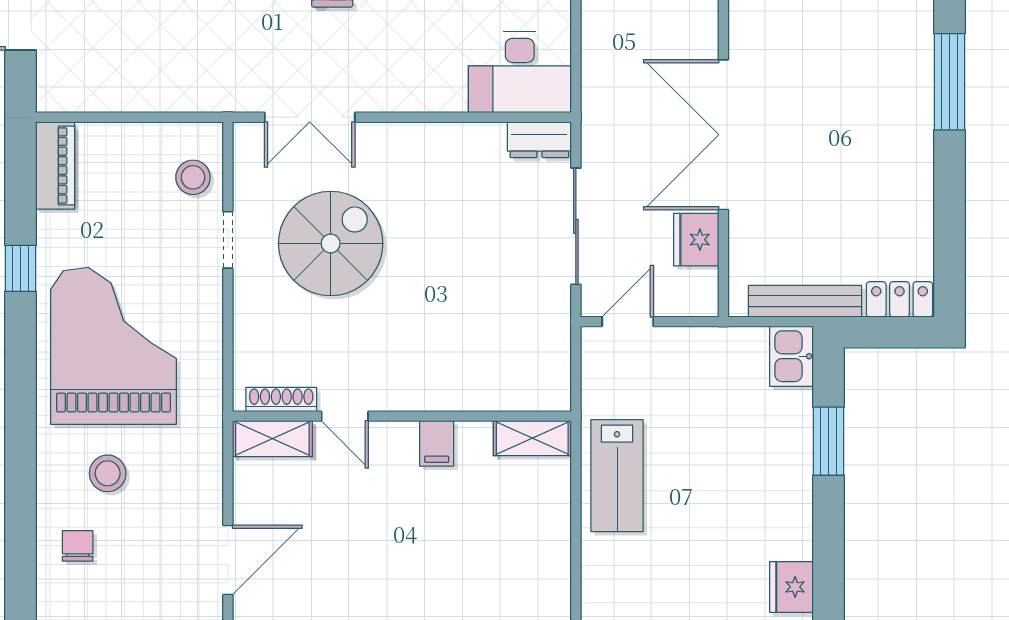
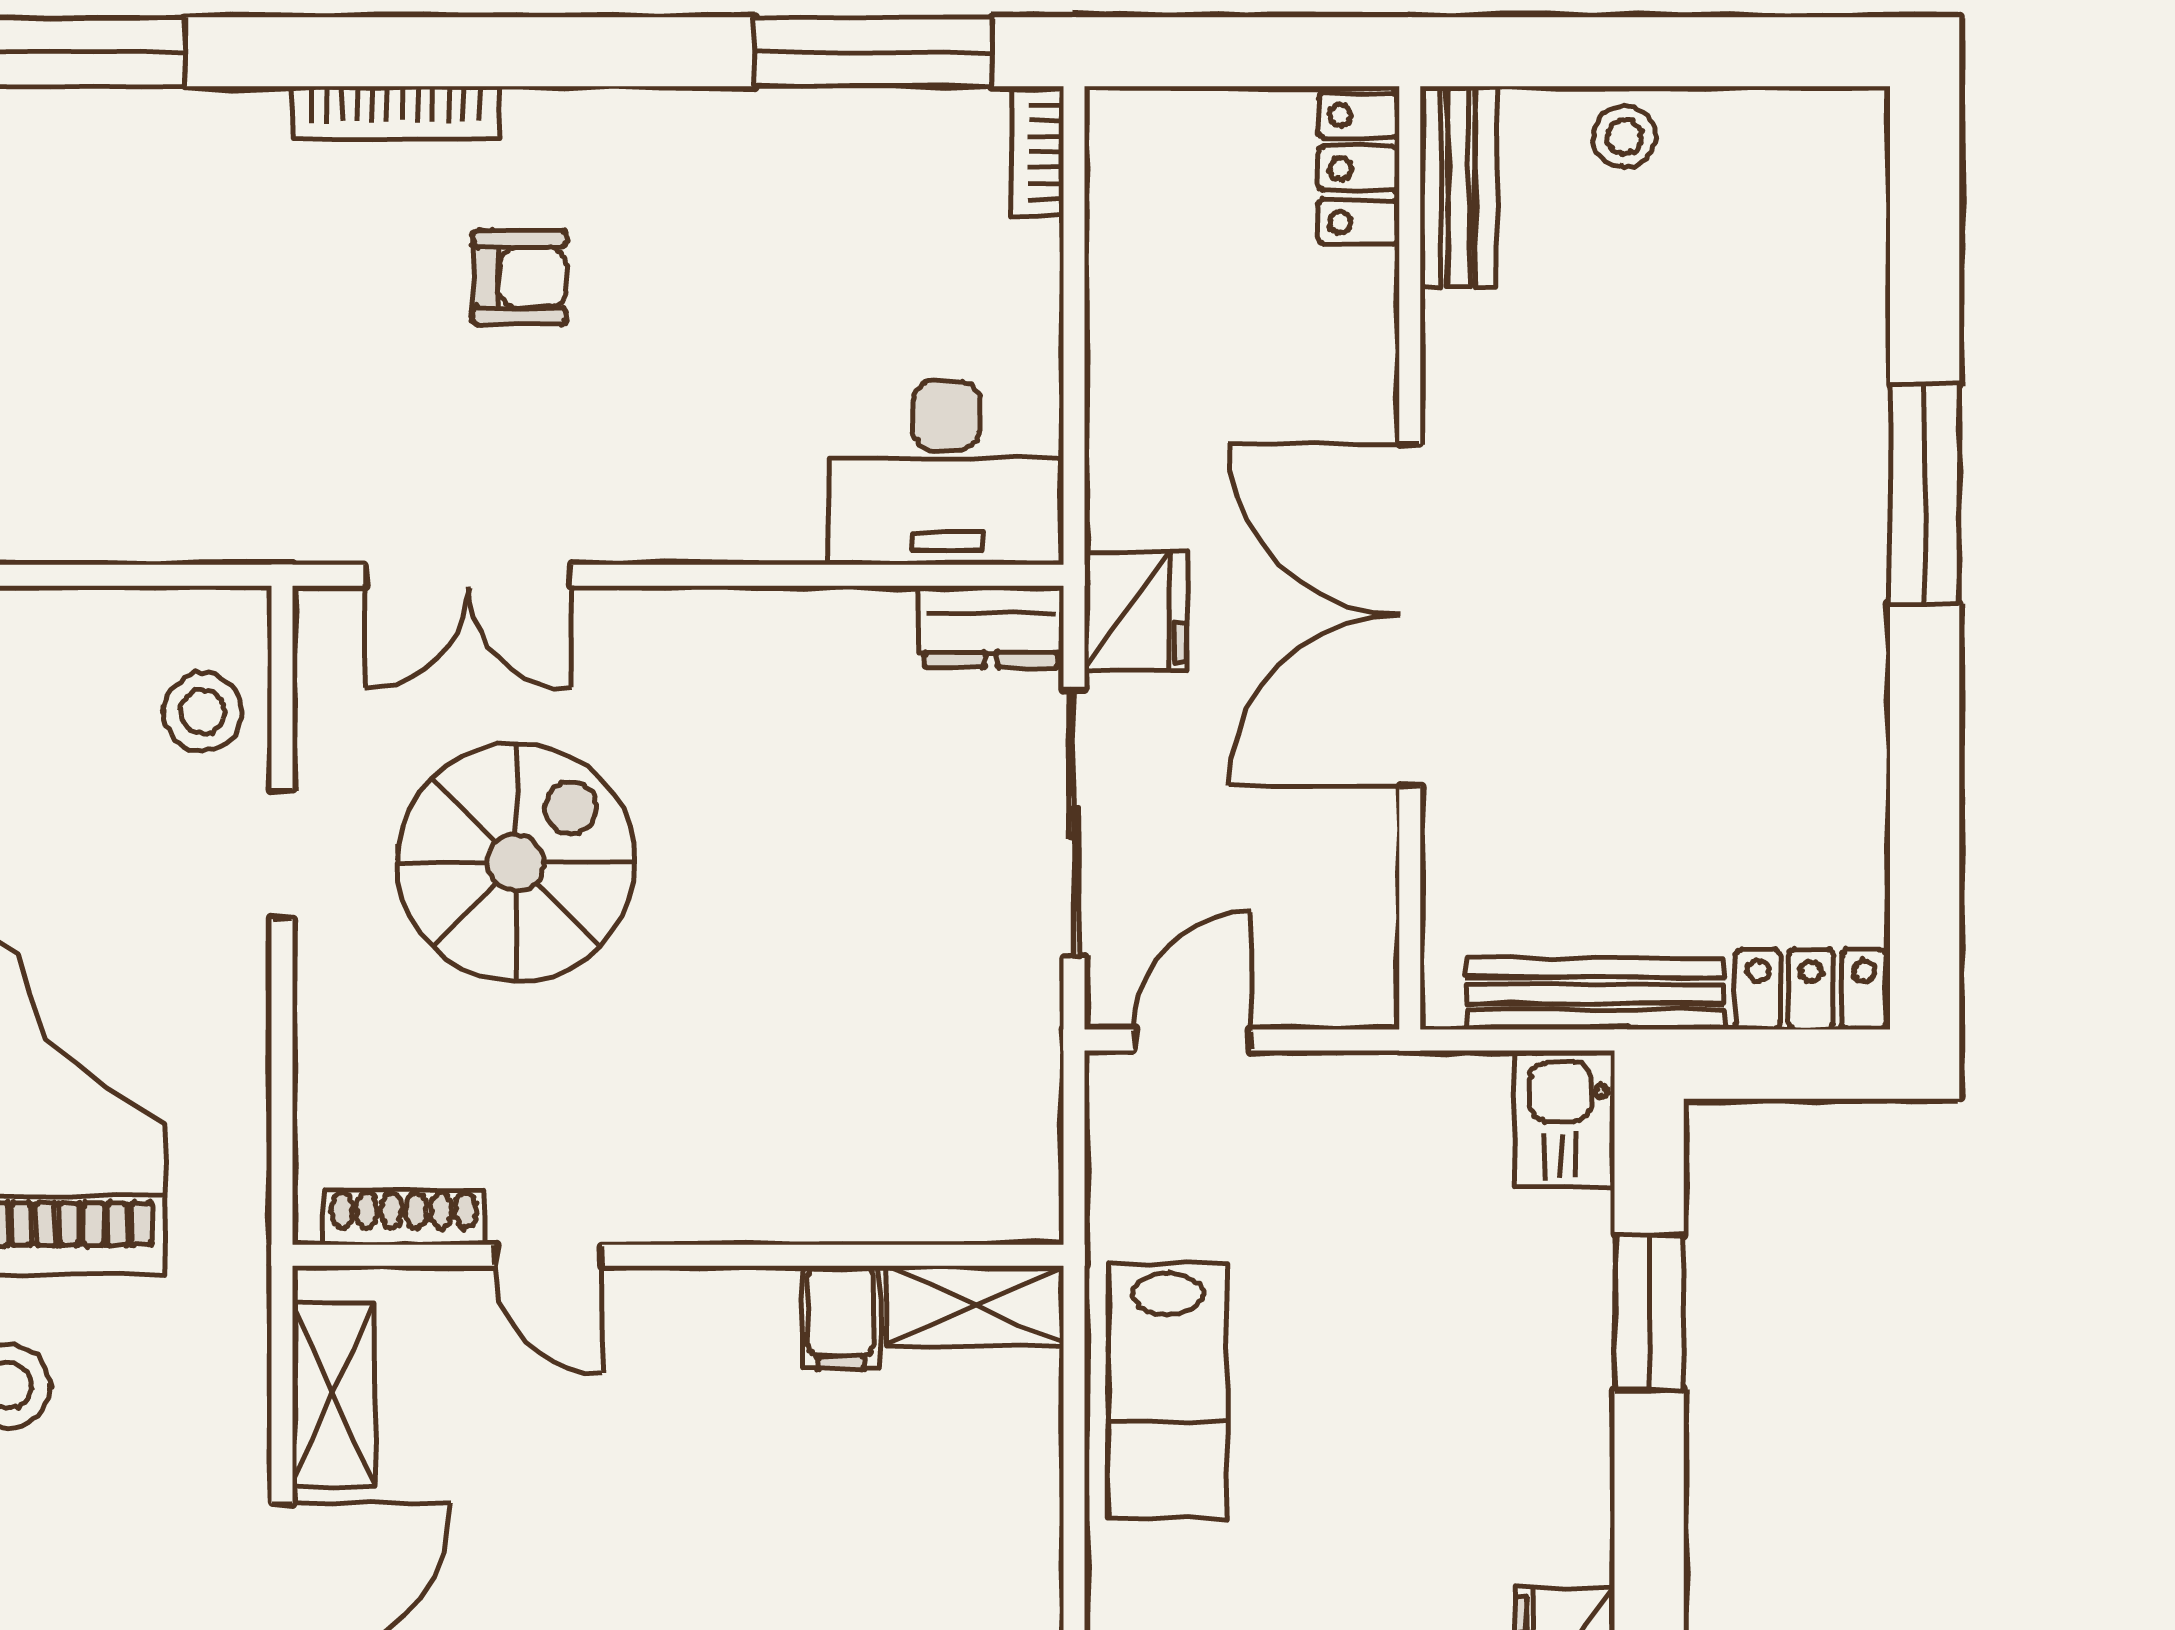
fridge: (696, 240) -> (1136, 611), moved, turned 180
shelving: (272, 439) -> (333, 1395), moved, turned 90
filing cabinet: (437, 443) -> (841, 1317), moved

